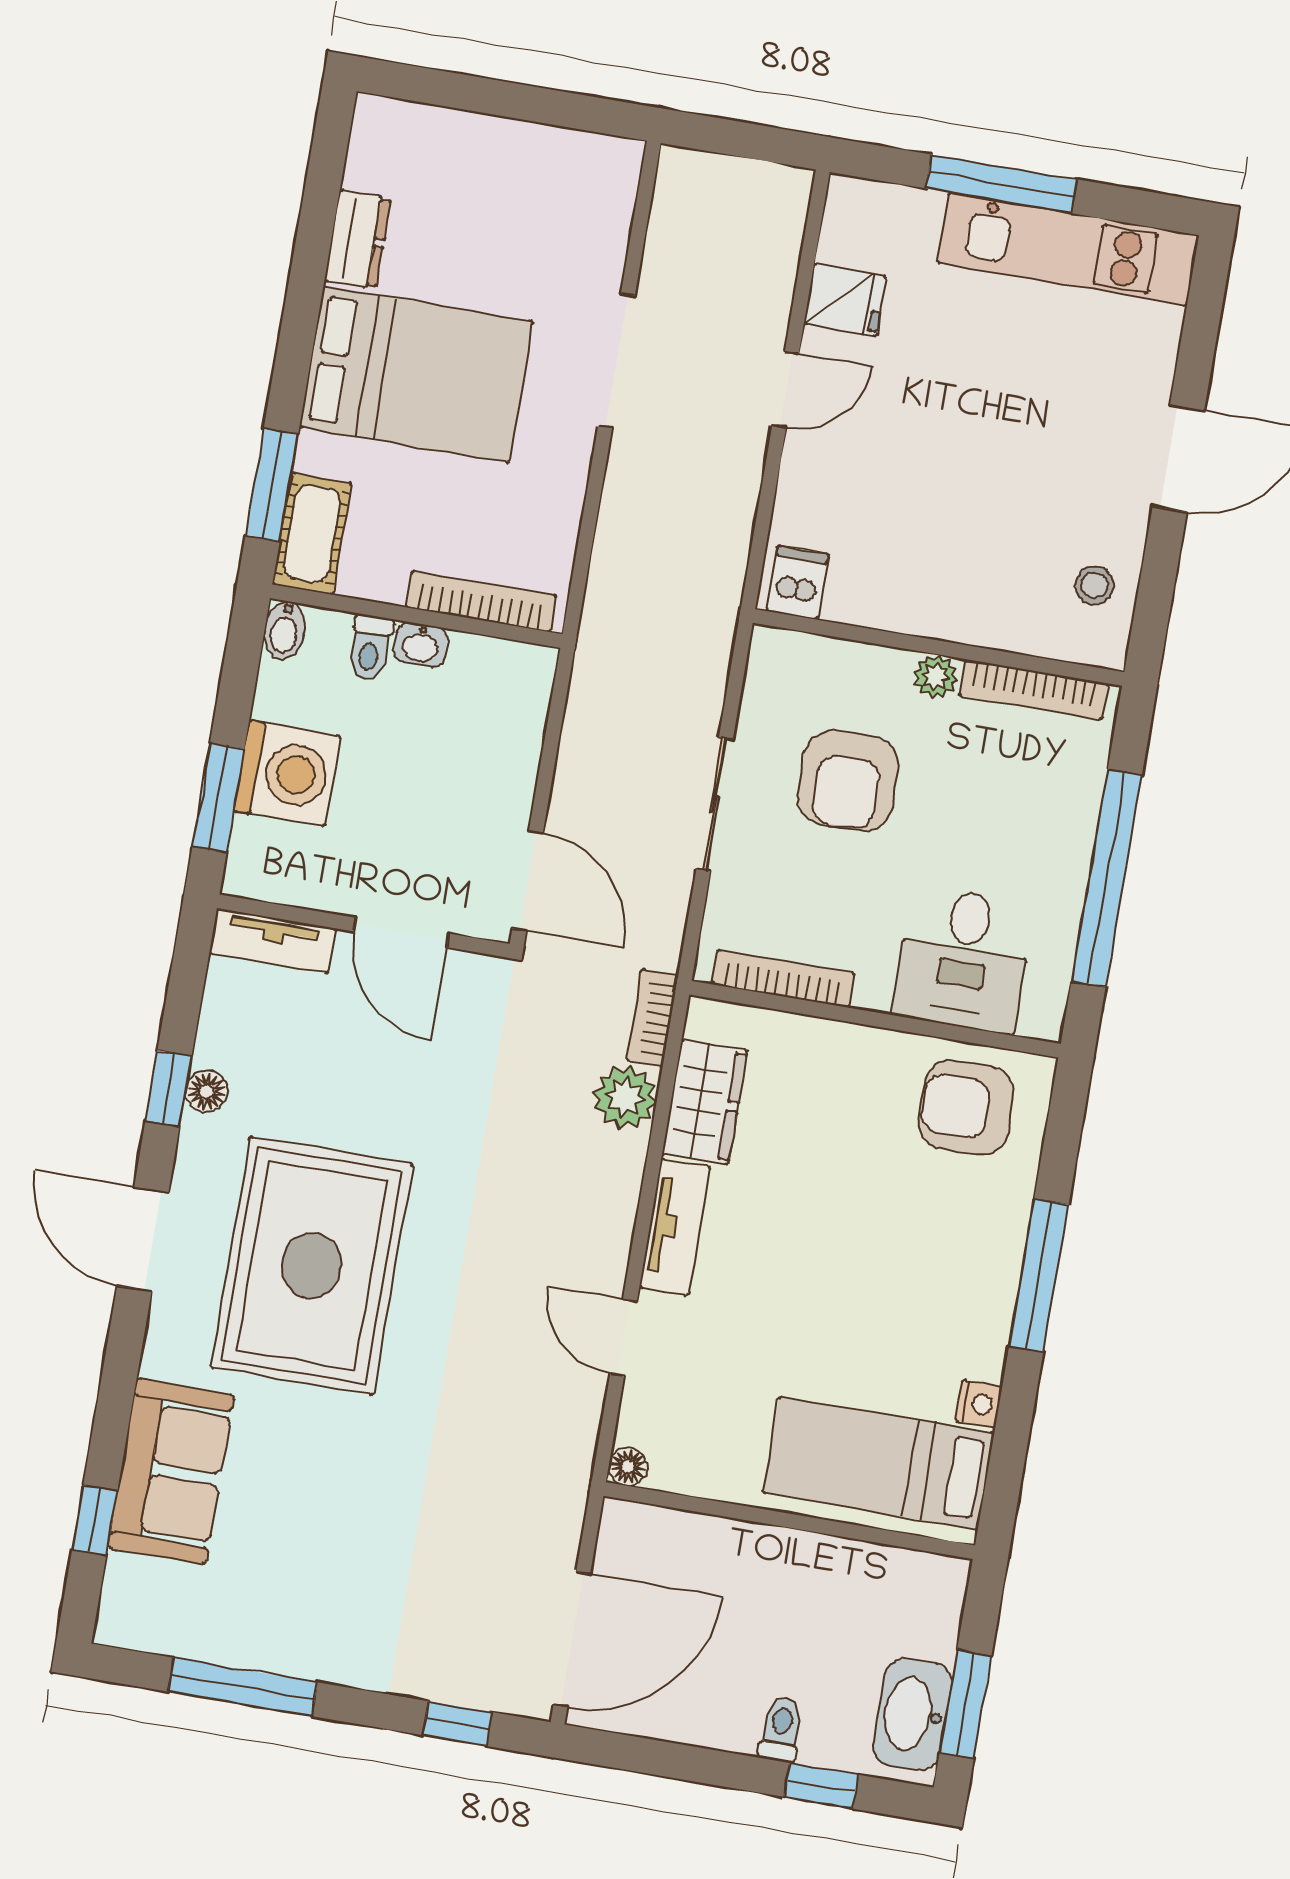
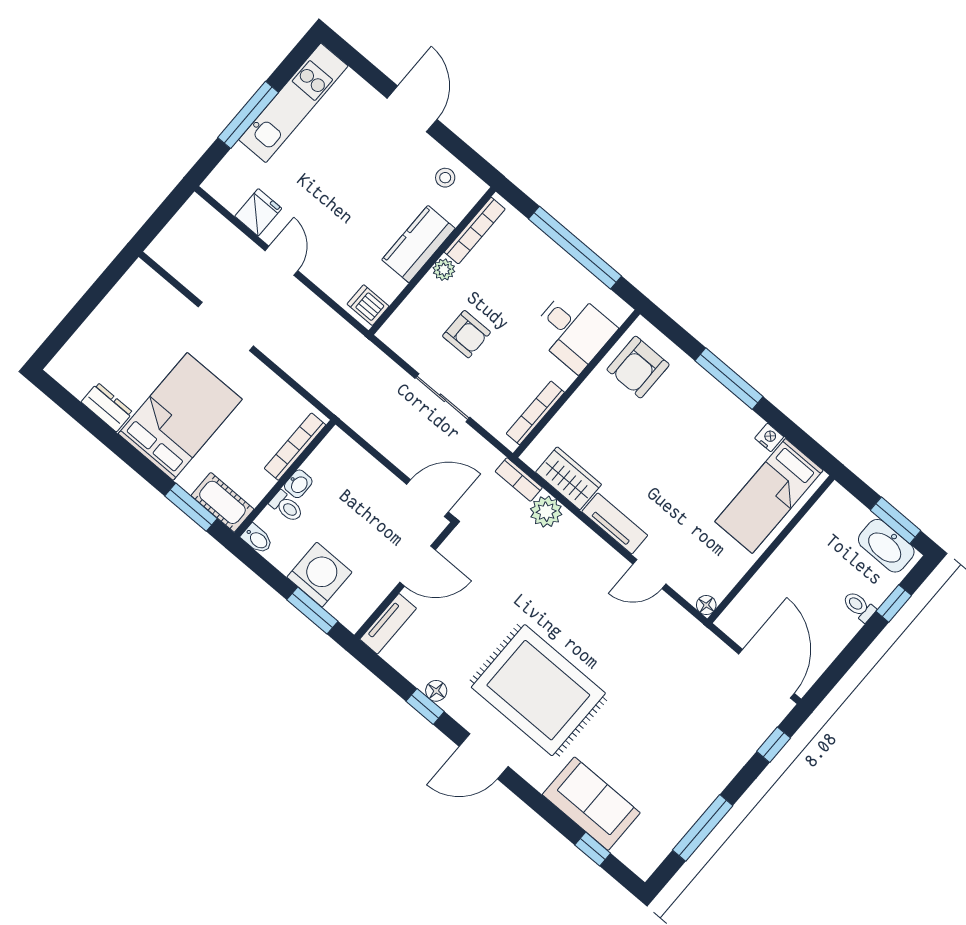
kitchen counter: (953, 607) -> (418, 244), added
armchair: (848, 781) -> (466, 334), width x0.72, depth x0.72

